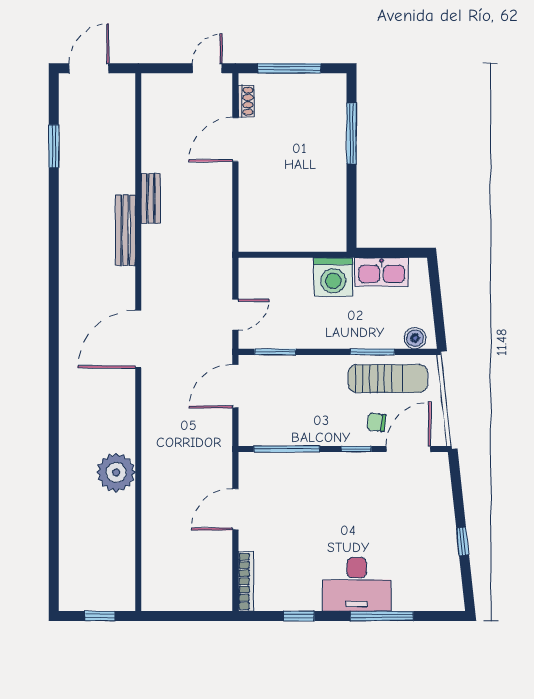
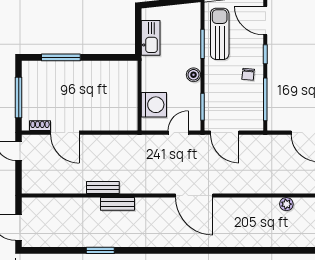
window: (54, 146) -> (100, 250), moved
bench: (125, 230) -> (117, 204), width x0.73
washing machine: (333, 277) -> (154, 105), moved
door: (235, 315) -> (178, 133), hinge flipped
boiler: (415, 338) -> (193, 75), moved
chair: (376, 422) -> (248, 74), moved
plant: (116, 472) -> (286, 204), width x0.53, depth x0.53

